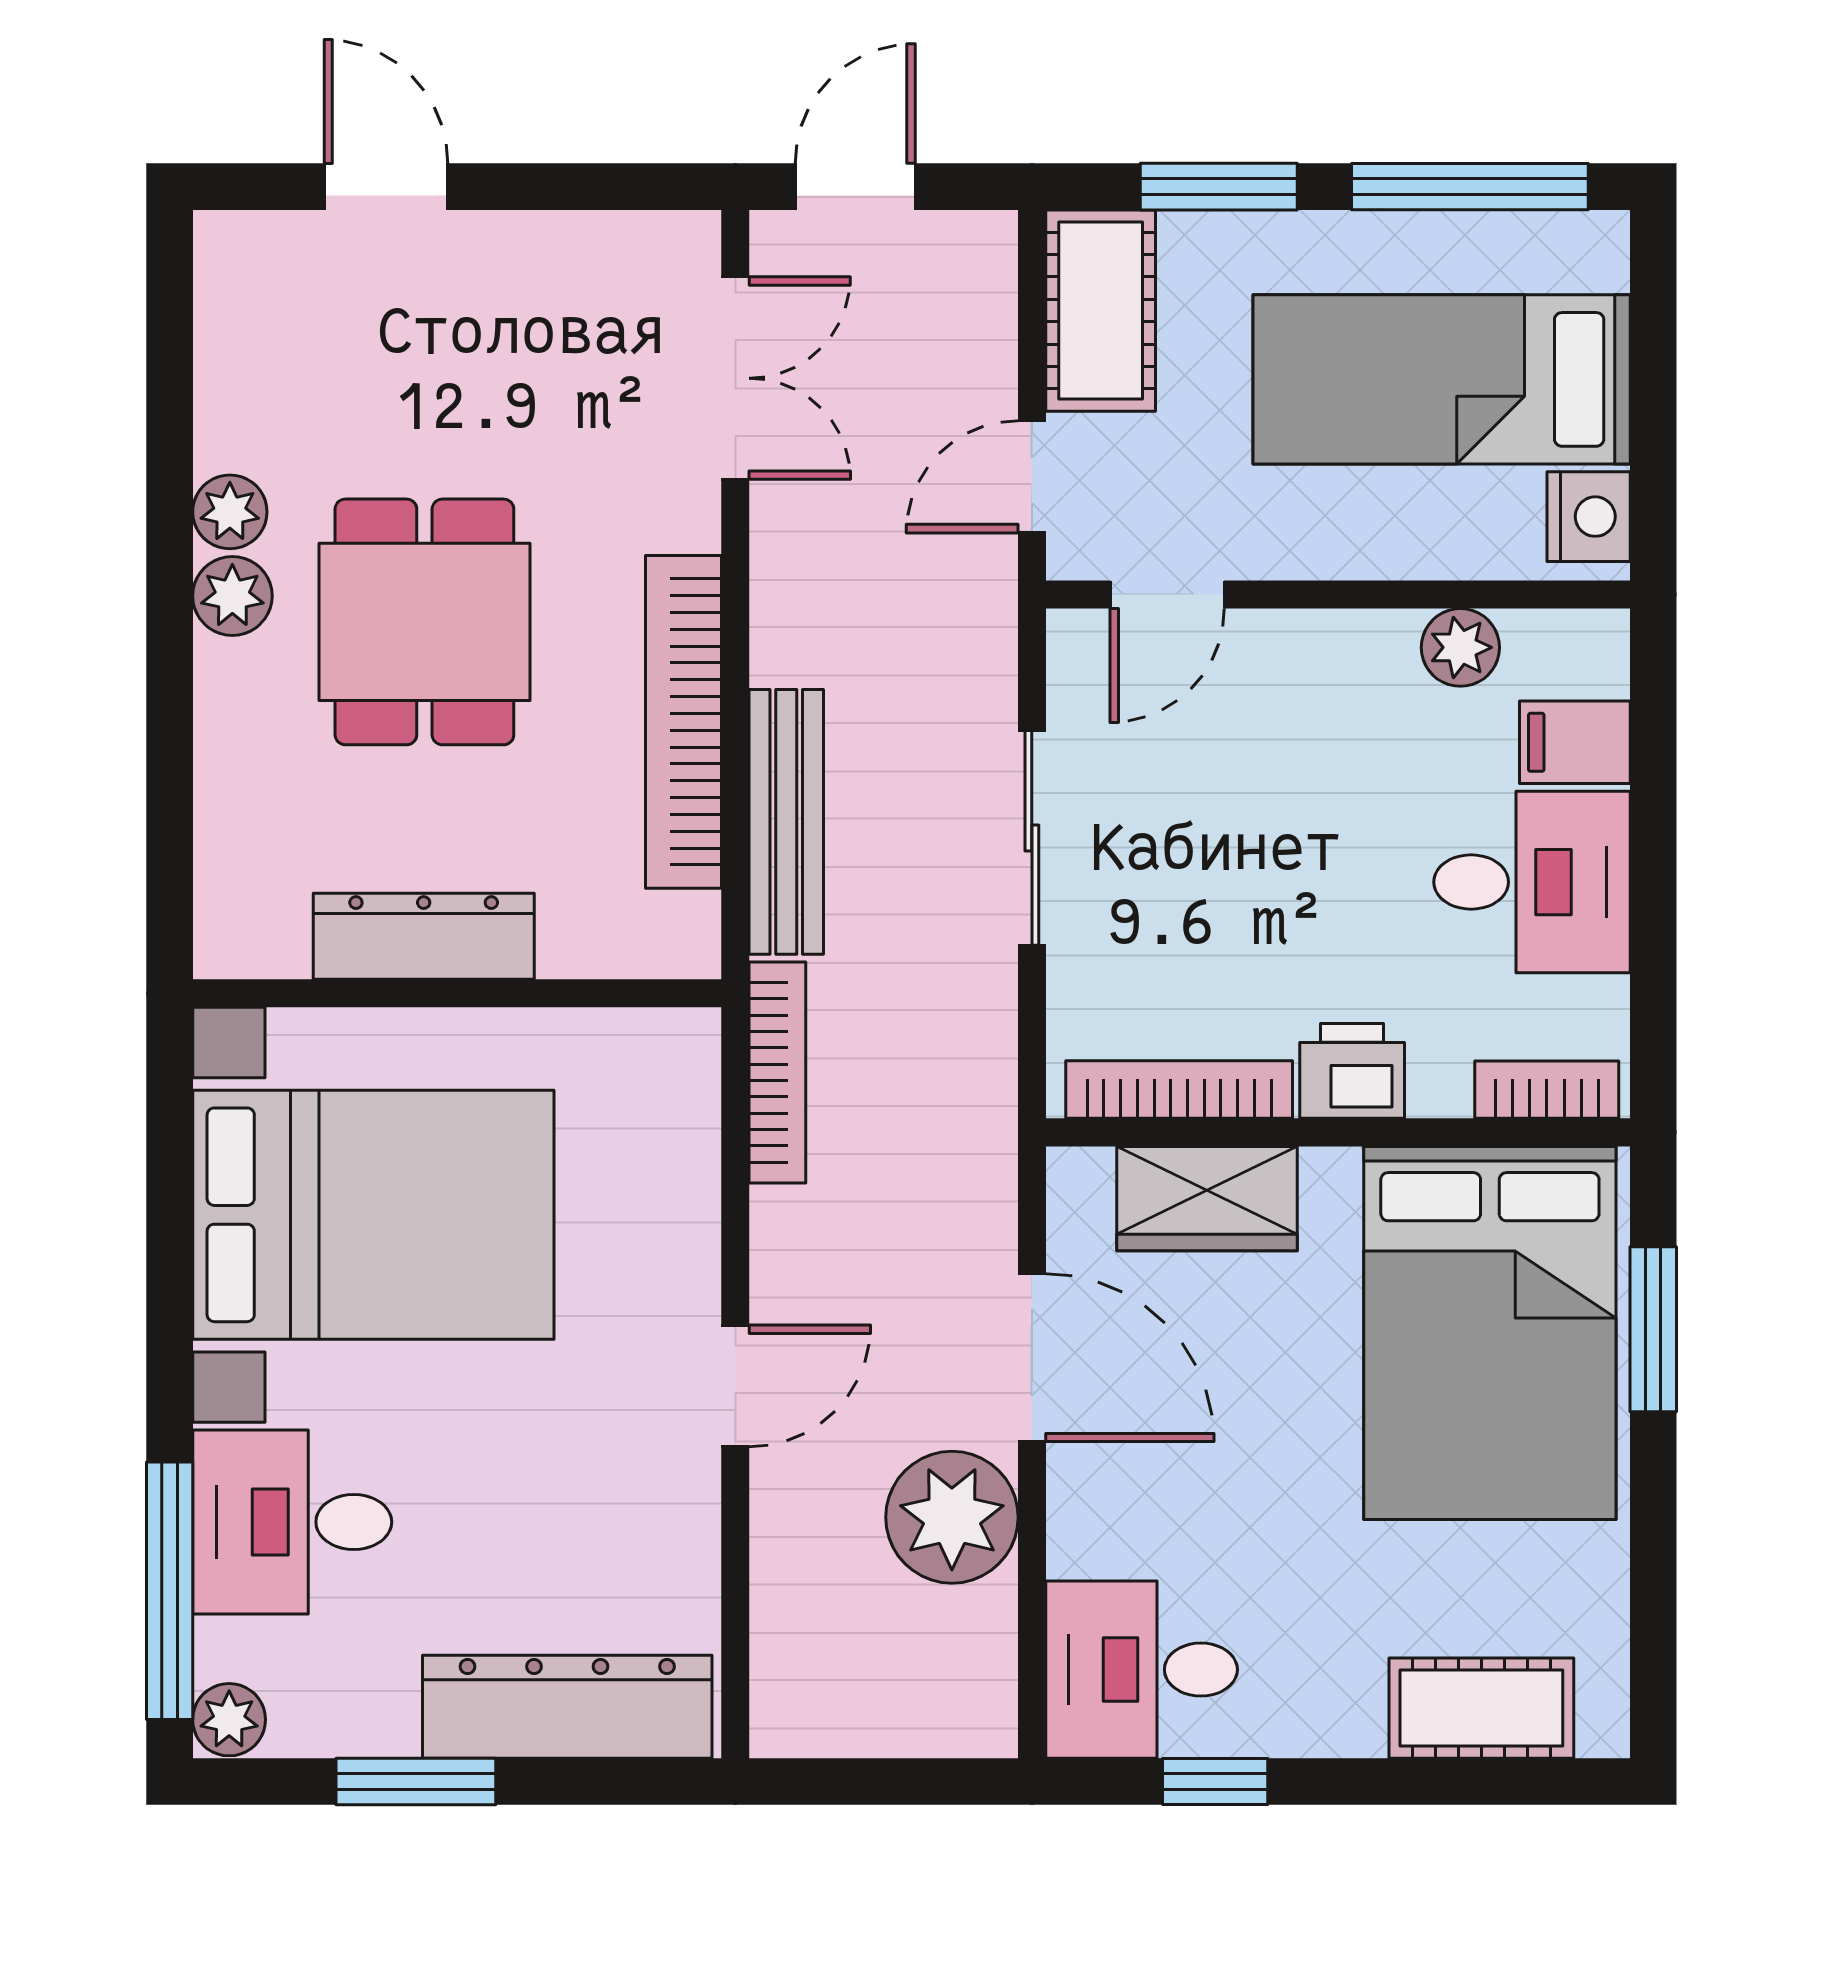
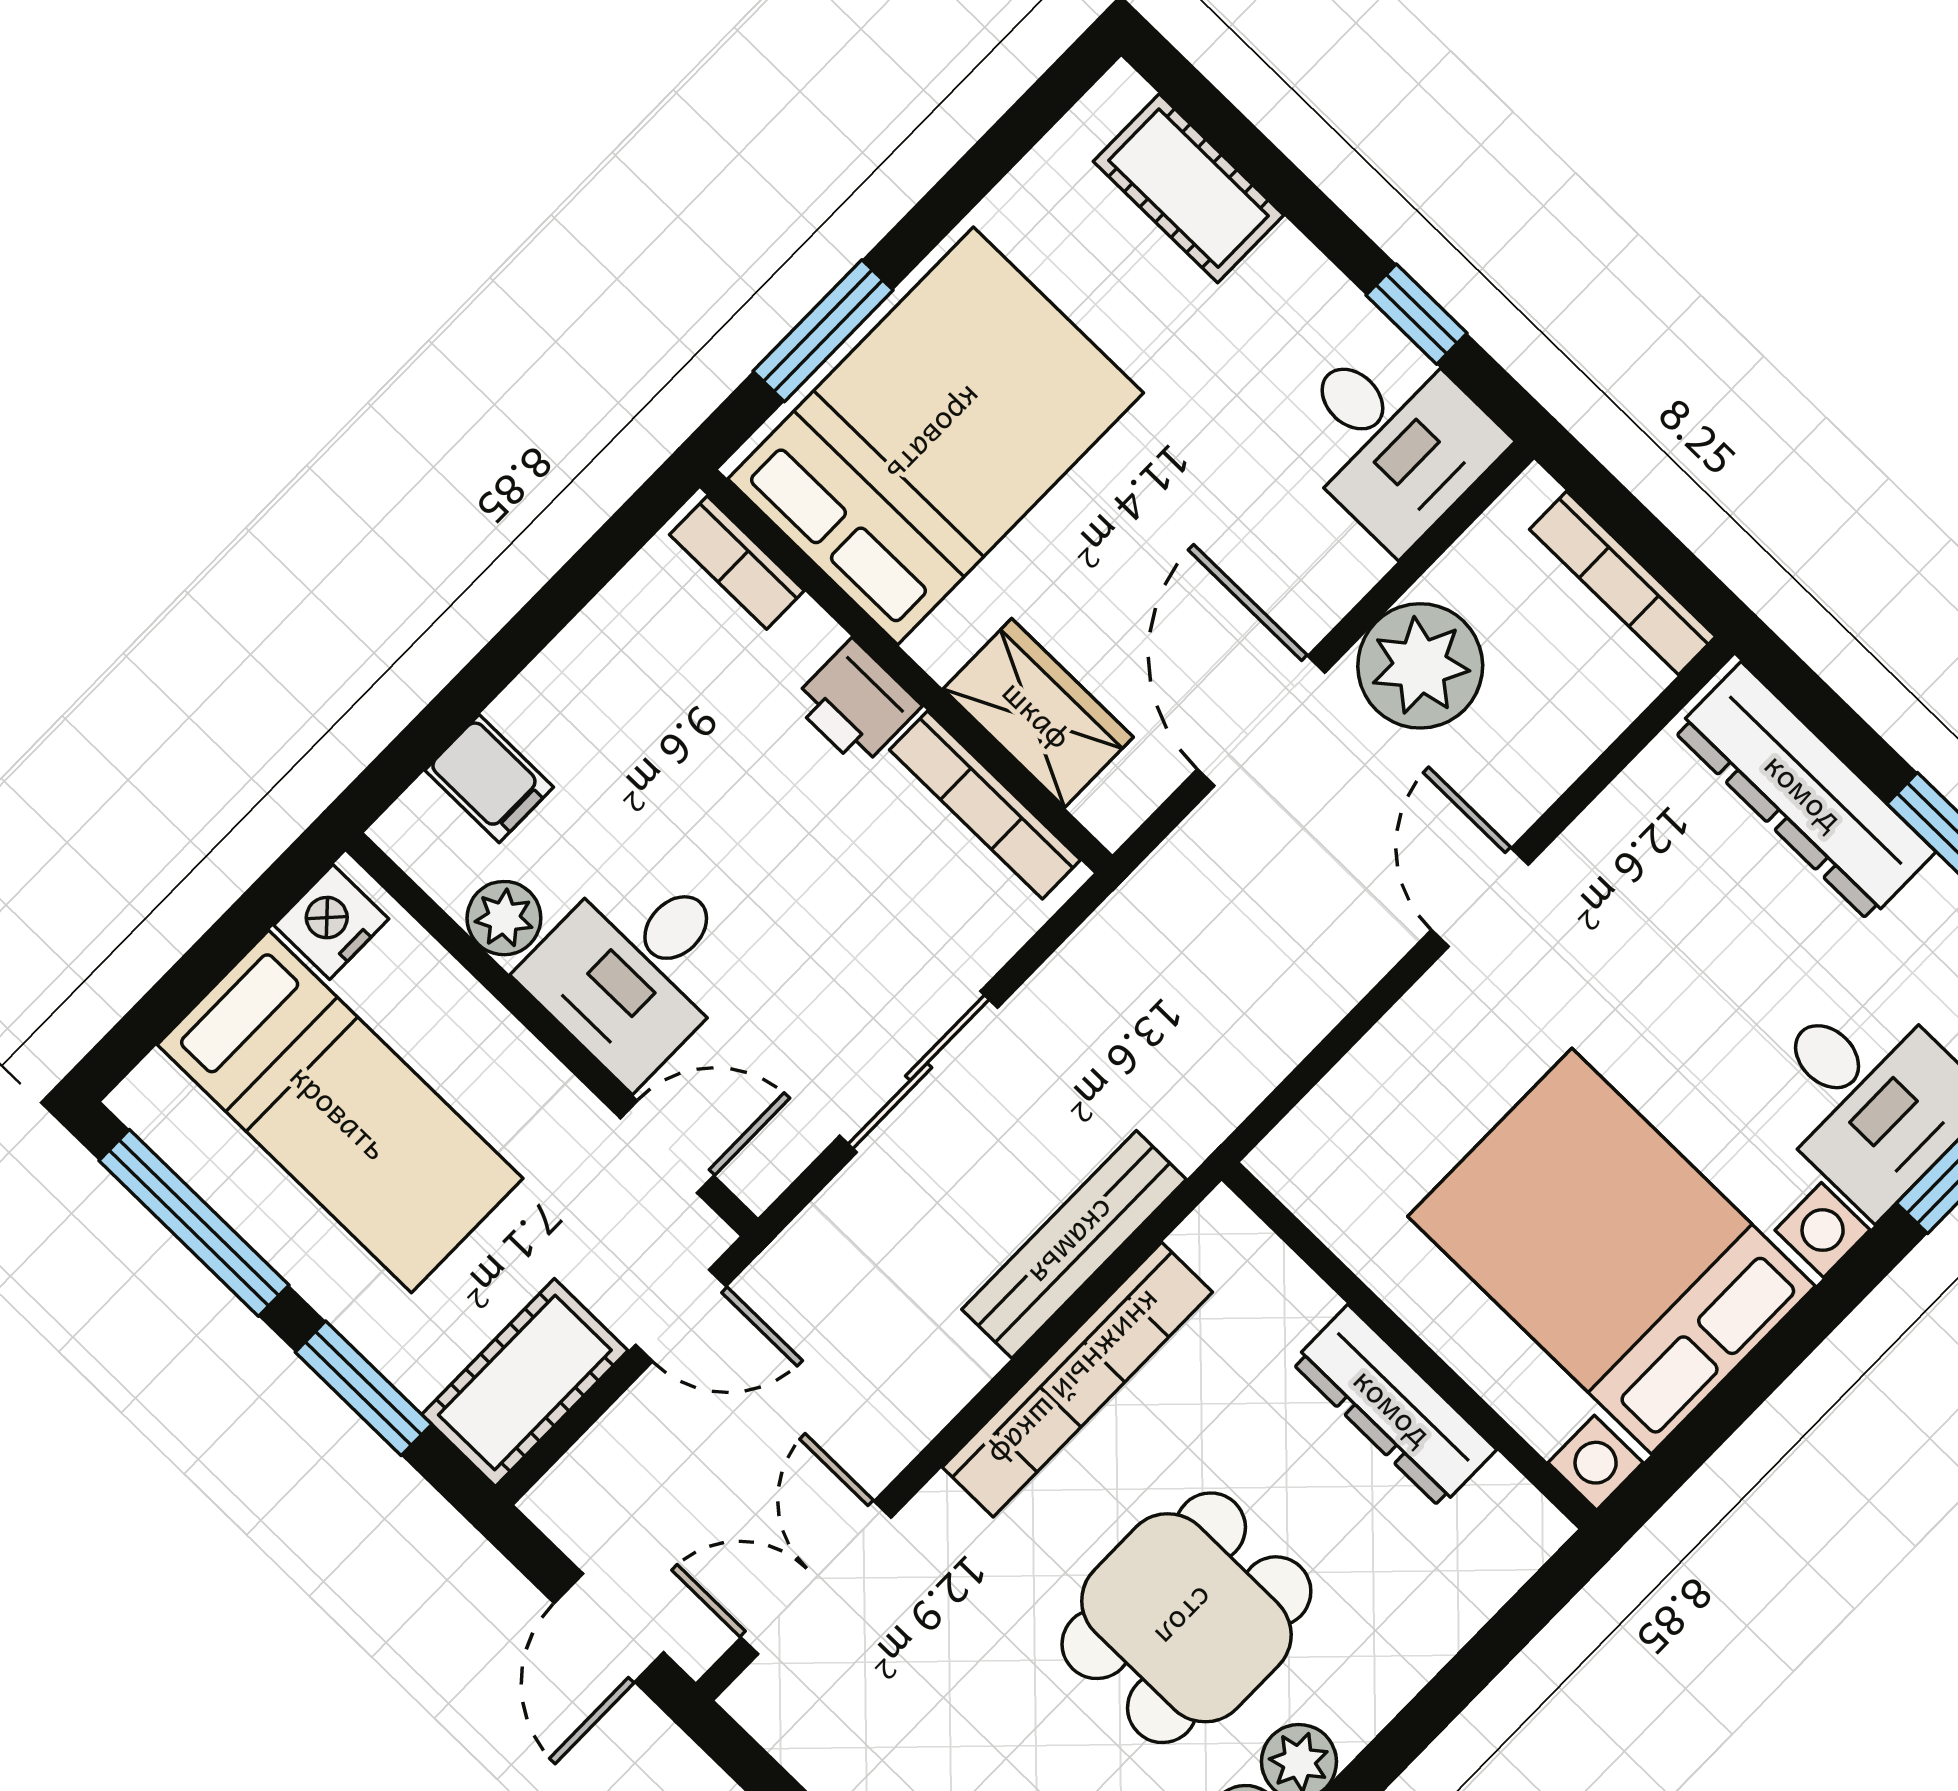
door: (855, 187) -> (609, 1628), hinge flipped
desk: (1532, 882) -> (636, 969), moved, turned -90
bookcase: (777, 1072) -> (1623, 583), moved, turned -90
door: (735, 1386) -> (1480, 897), hinge flipped

